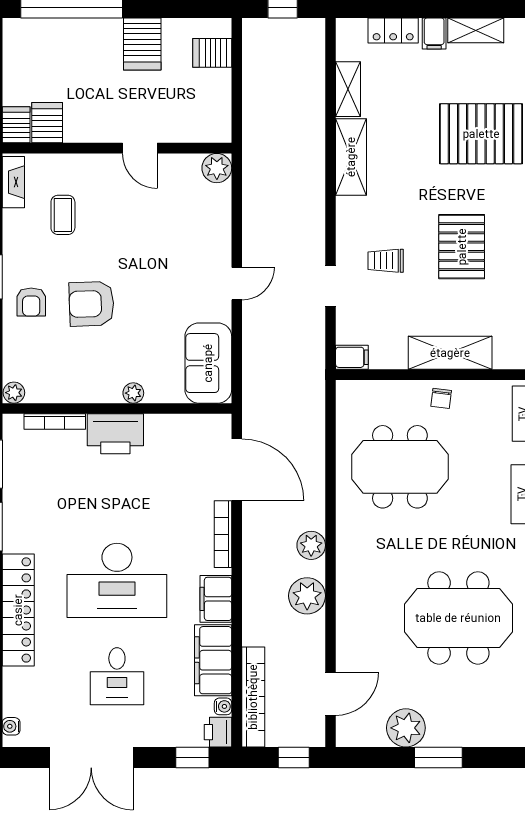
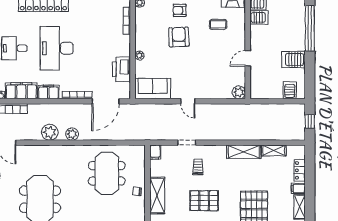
printer: (115, 434) -> (121, 69), moved

